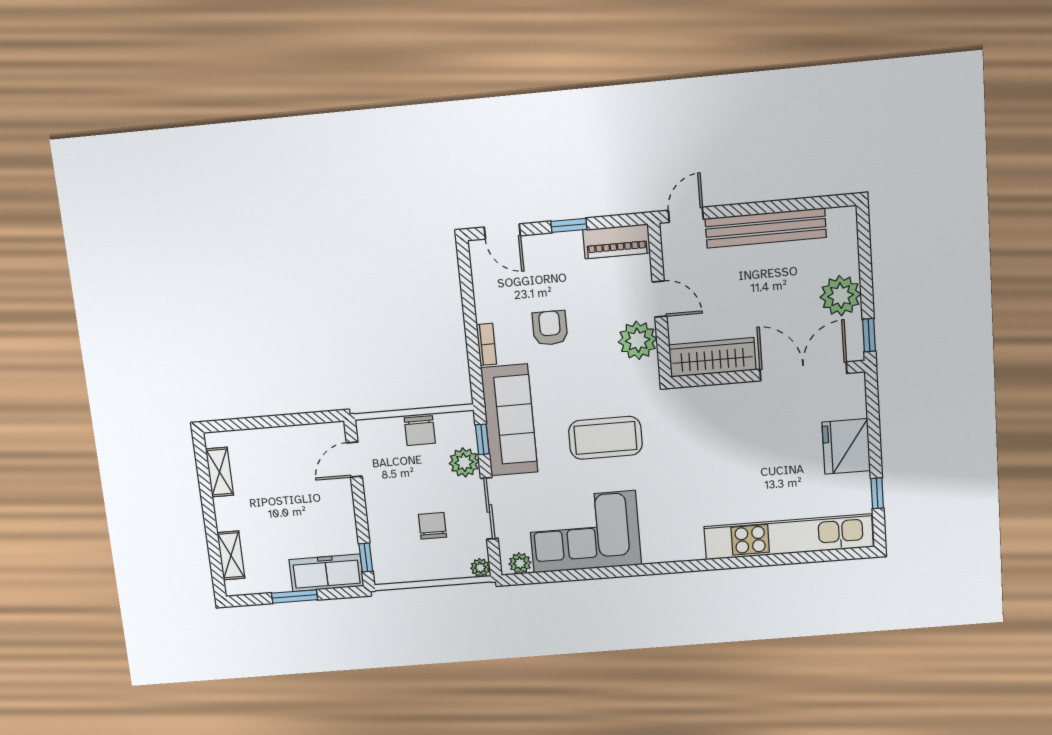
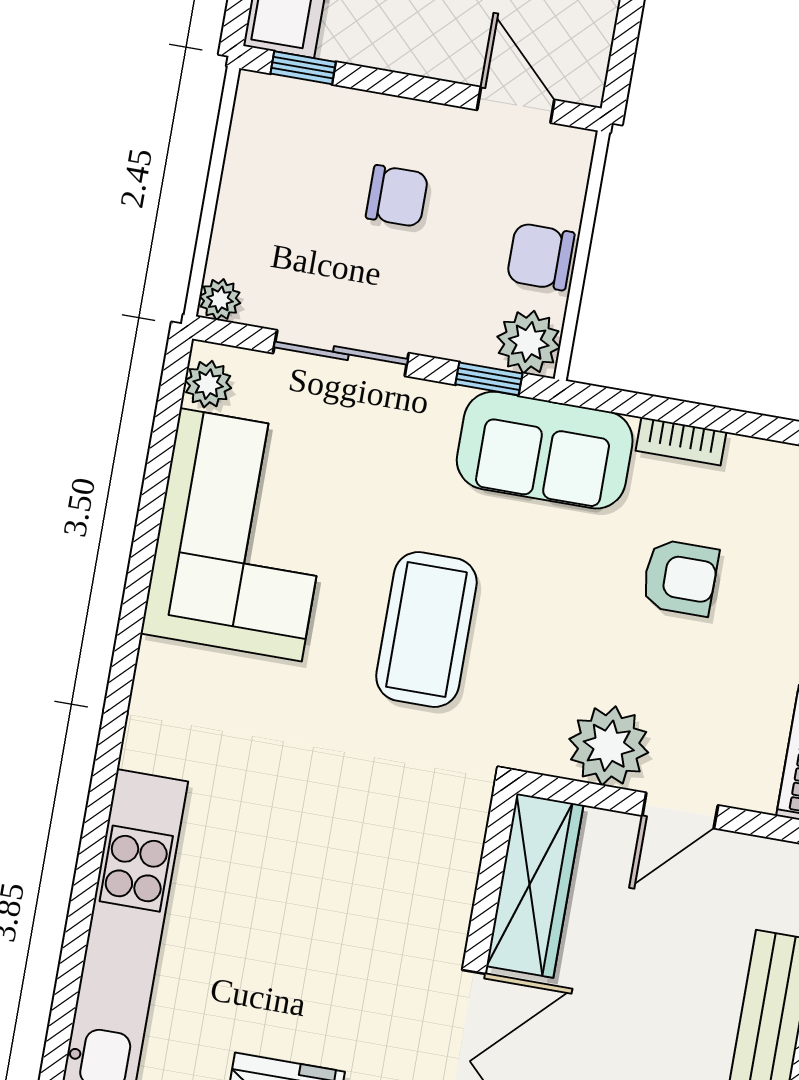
sofa: (509, 420) -> (545, 450), width x0.73
plant: (464, 462) -> (529, 342), moved
chair: (432, 526) -> (397, 196), moved

